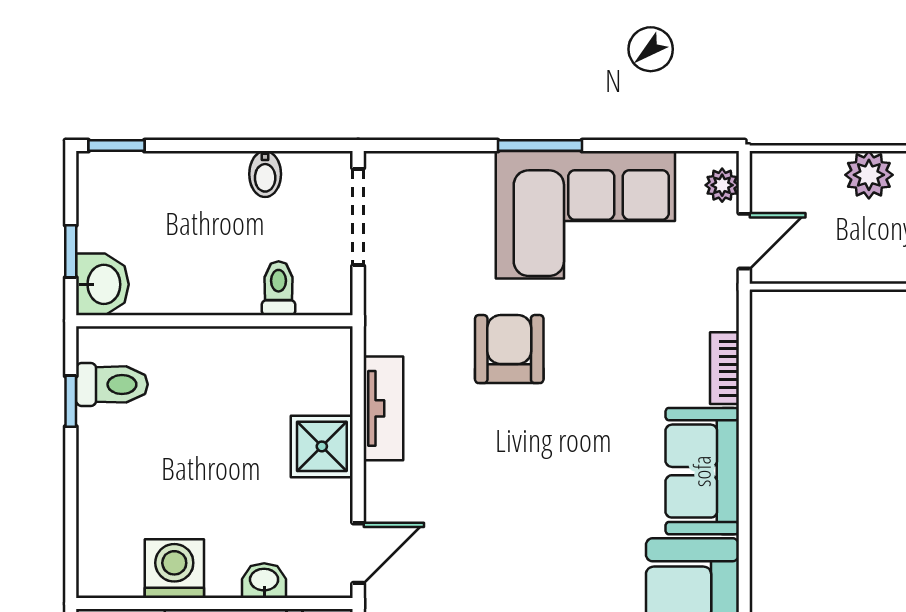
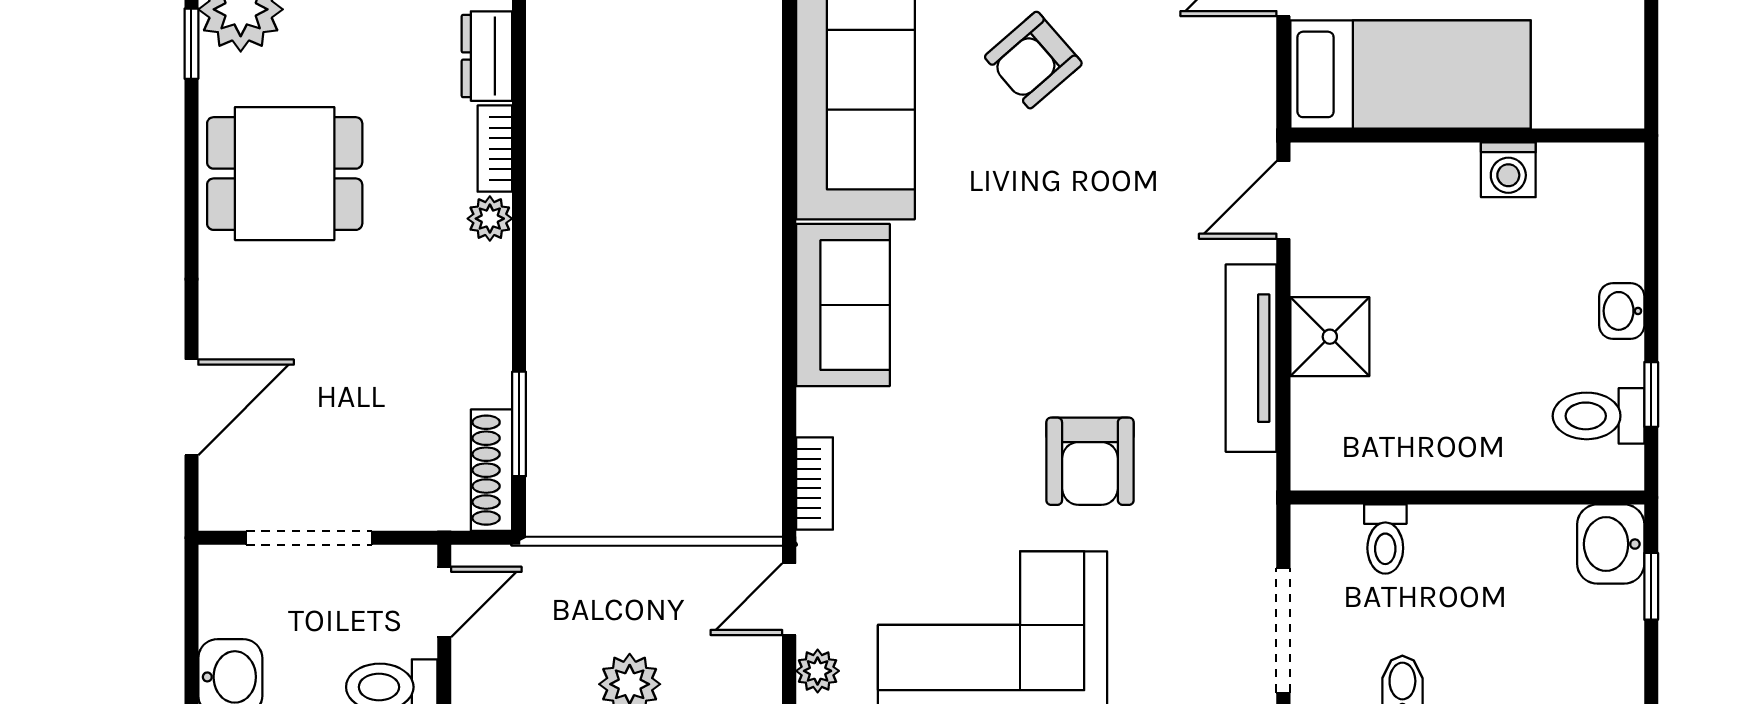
bookcase: (725, 368) -> (814, 484), moved
tv unit: (383, 408) -> (1251, 358), width x1.41
washing machine: (174, 569) -> (1508, 170), width x0.73, depth x0.73
washbasin: (264, 581) -> (1622, 311), moved, turned 90

